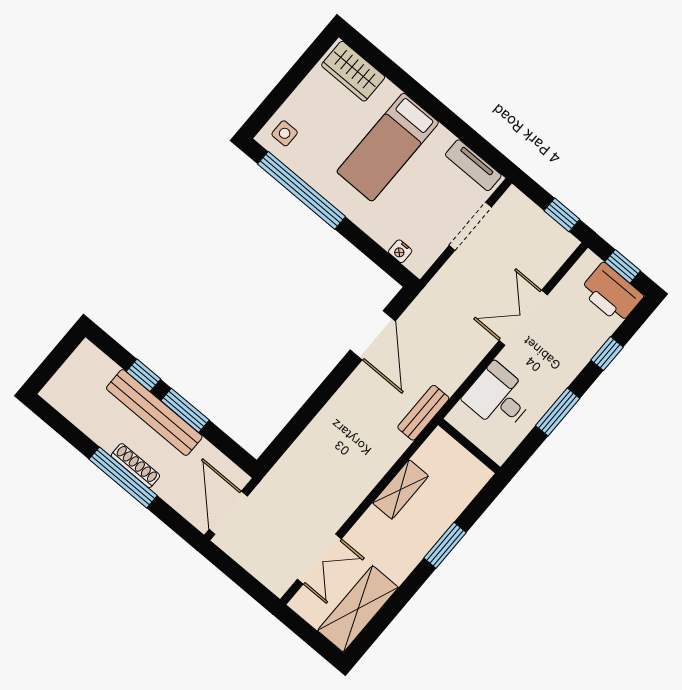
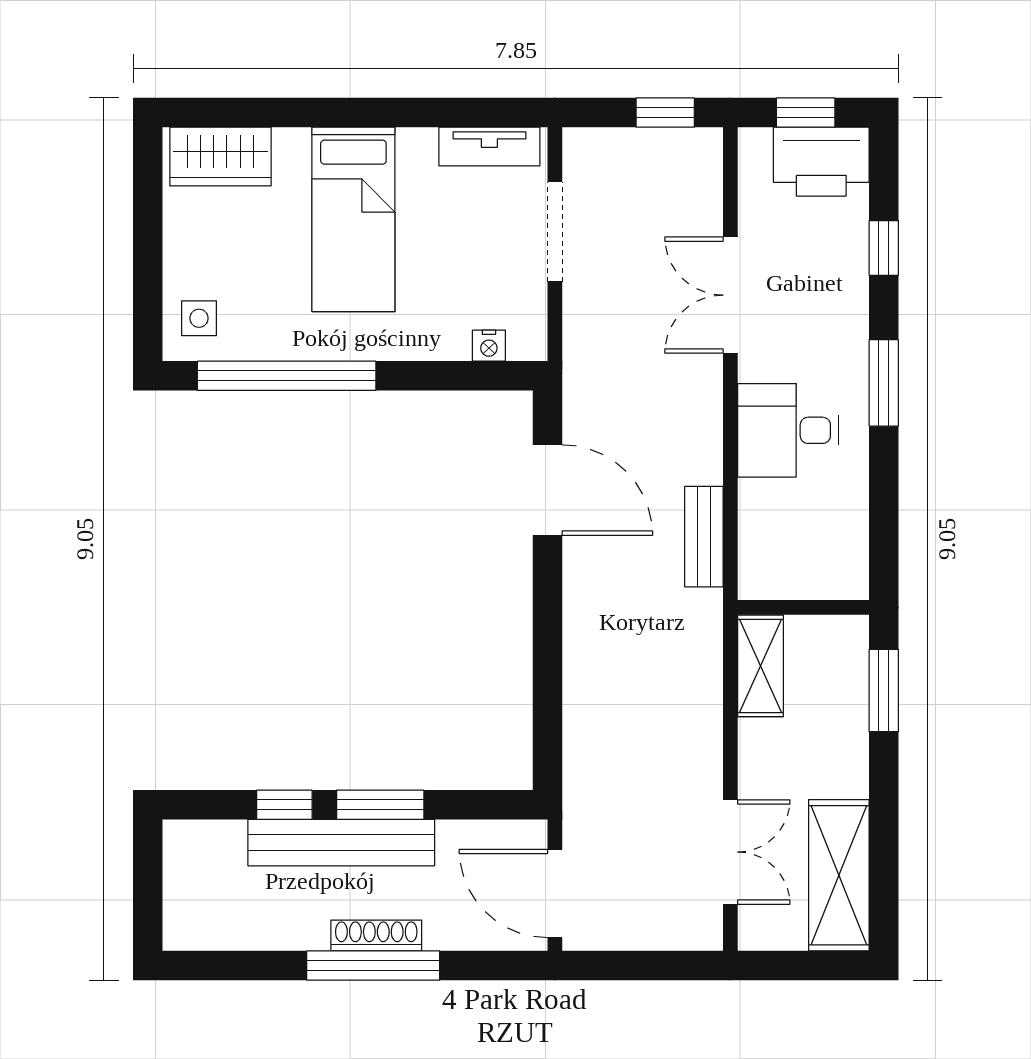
wall: (469, 446) -> (803, 607), moved

